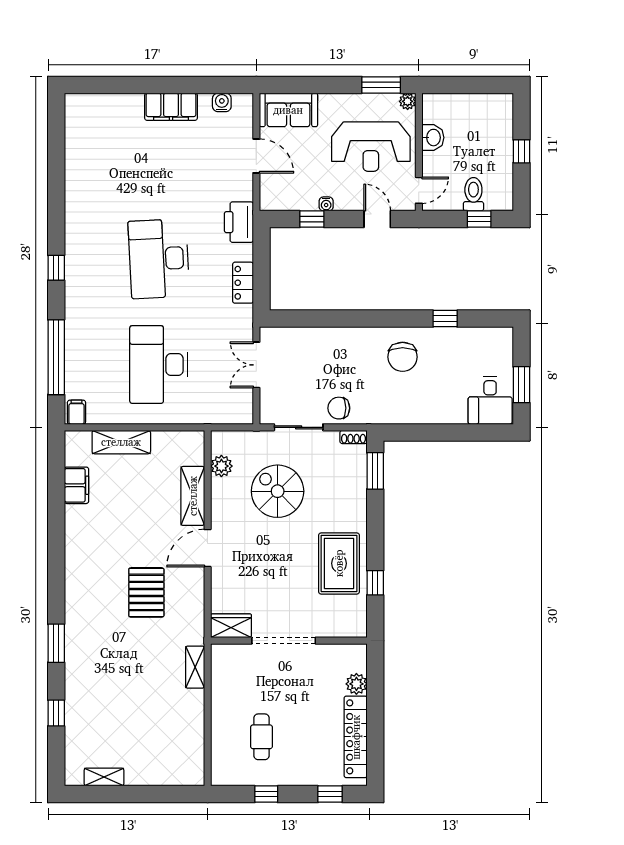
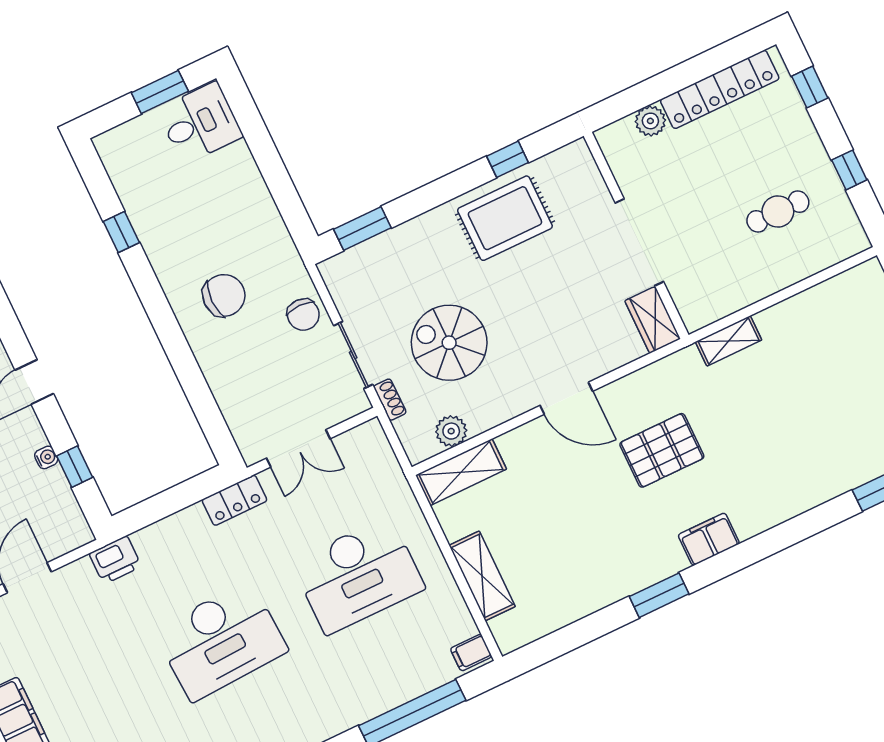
printer: (239, 222) -> (115, 560), width x0.73, depth x0.84
locker: (243, 283) -> (234, 500), moved
chair: (403, 357) -> (224, 295), moved
shoe rack: (354, 437) -> (390, 400), moved
filing cabinet: (76, 485) -> (709, 539), moved
spiral stairs: (278, 491) -> (449, 343), turned 90
shelving: (193, 496) -> (461, 472), moved
window: (56, 643) -> (659, 595), moved

